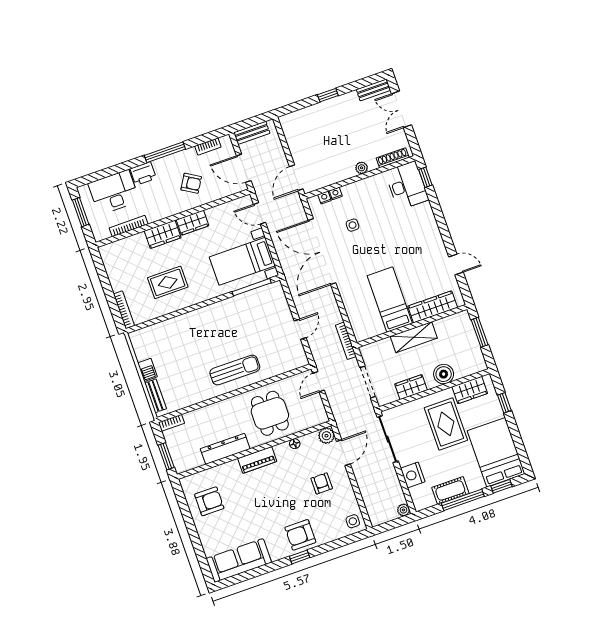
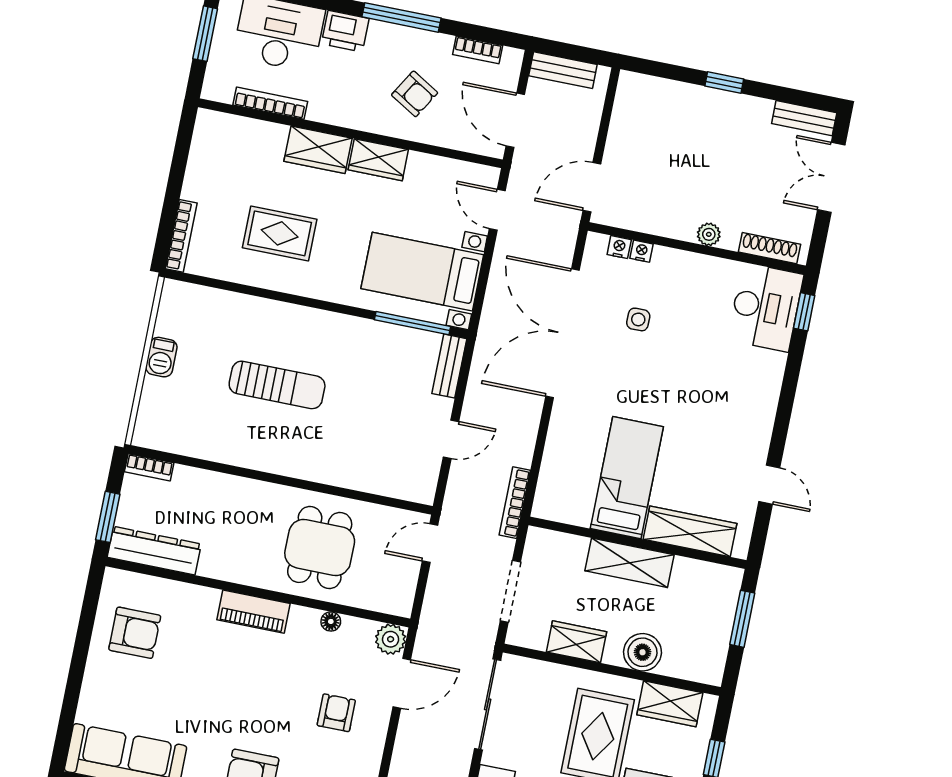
sun lounger: (235, 370) -> (277, 385), moved
bench: (155, 396) -> (449, 366), moved
dresser: (225, 449) -> (154, 551), moved

